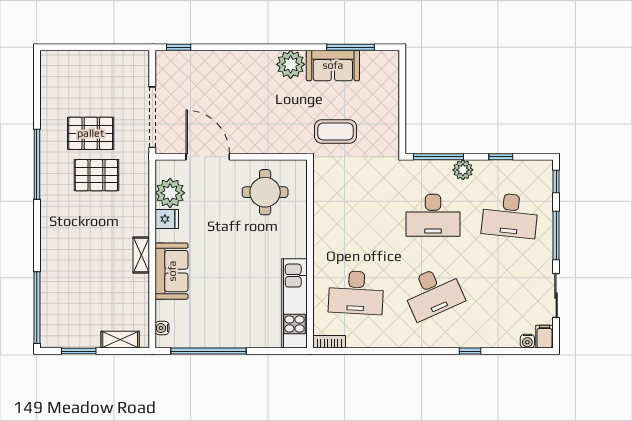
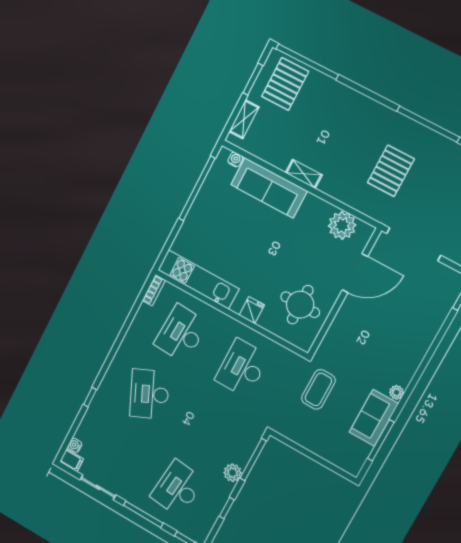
plant: (291, 64) -> (396, 392), width x0.53, depth x0.53
pallet: (91, 133) -> (285, 84), moved
desk: (433, 215) -> (242, 368), moved
fridge: (167, 219) -> (252, 310), moved, turned 180
sofa: (172, 271) -> (269, 188), width x1.36

